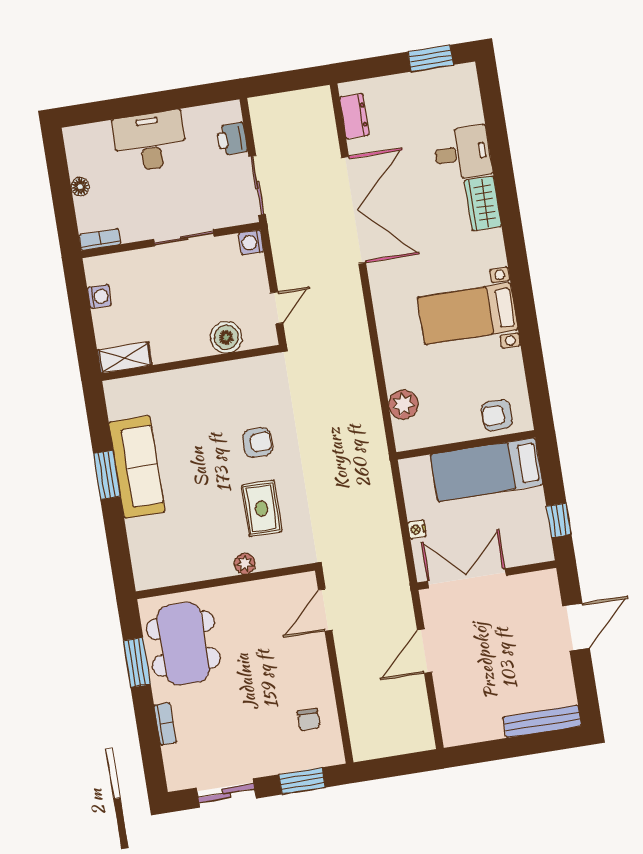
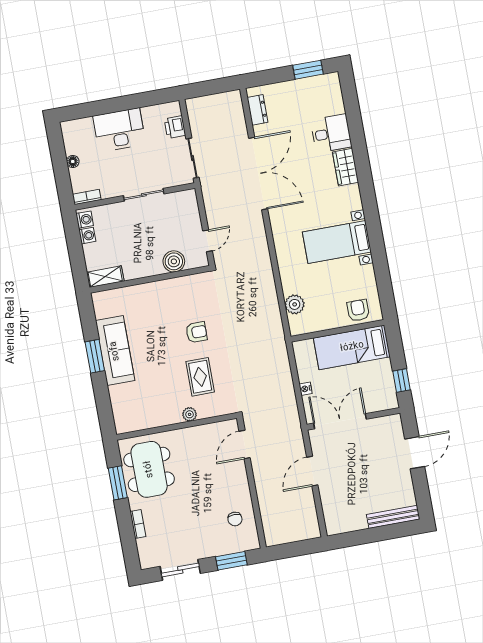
washing machine: (251, 242) -> (85, 220), moved, turned 180
armchair: (497, 415) -> (358, 310), turned 90

